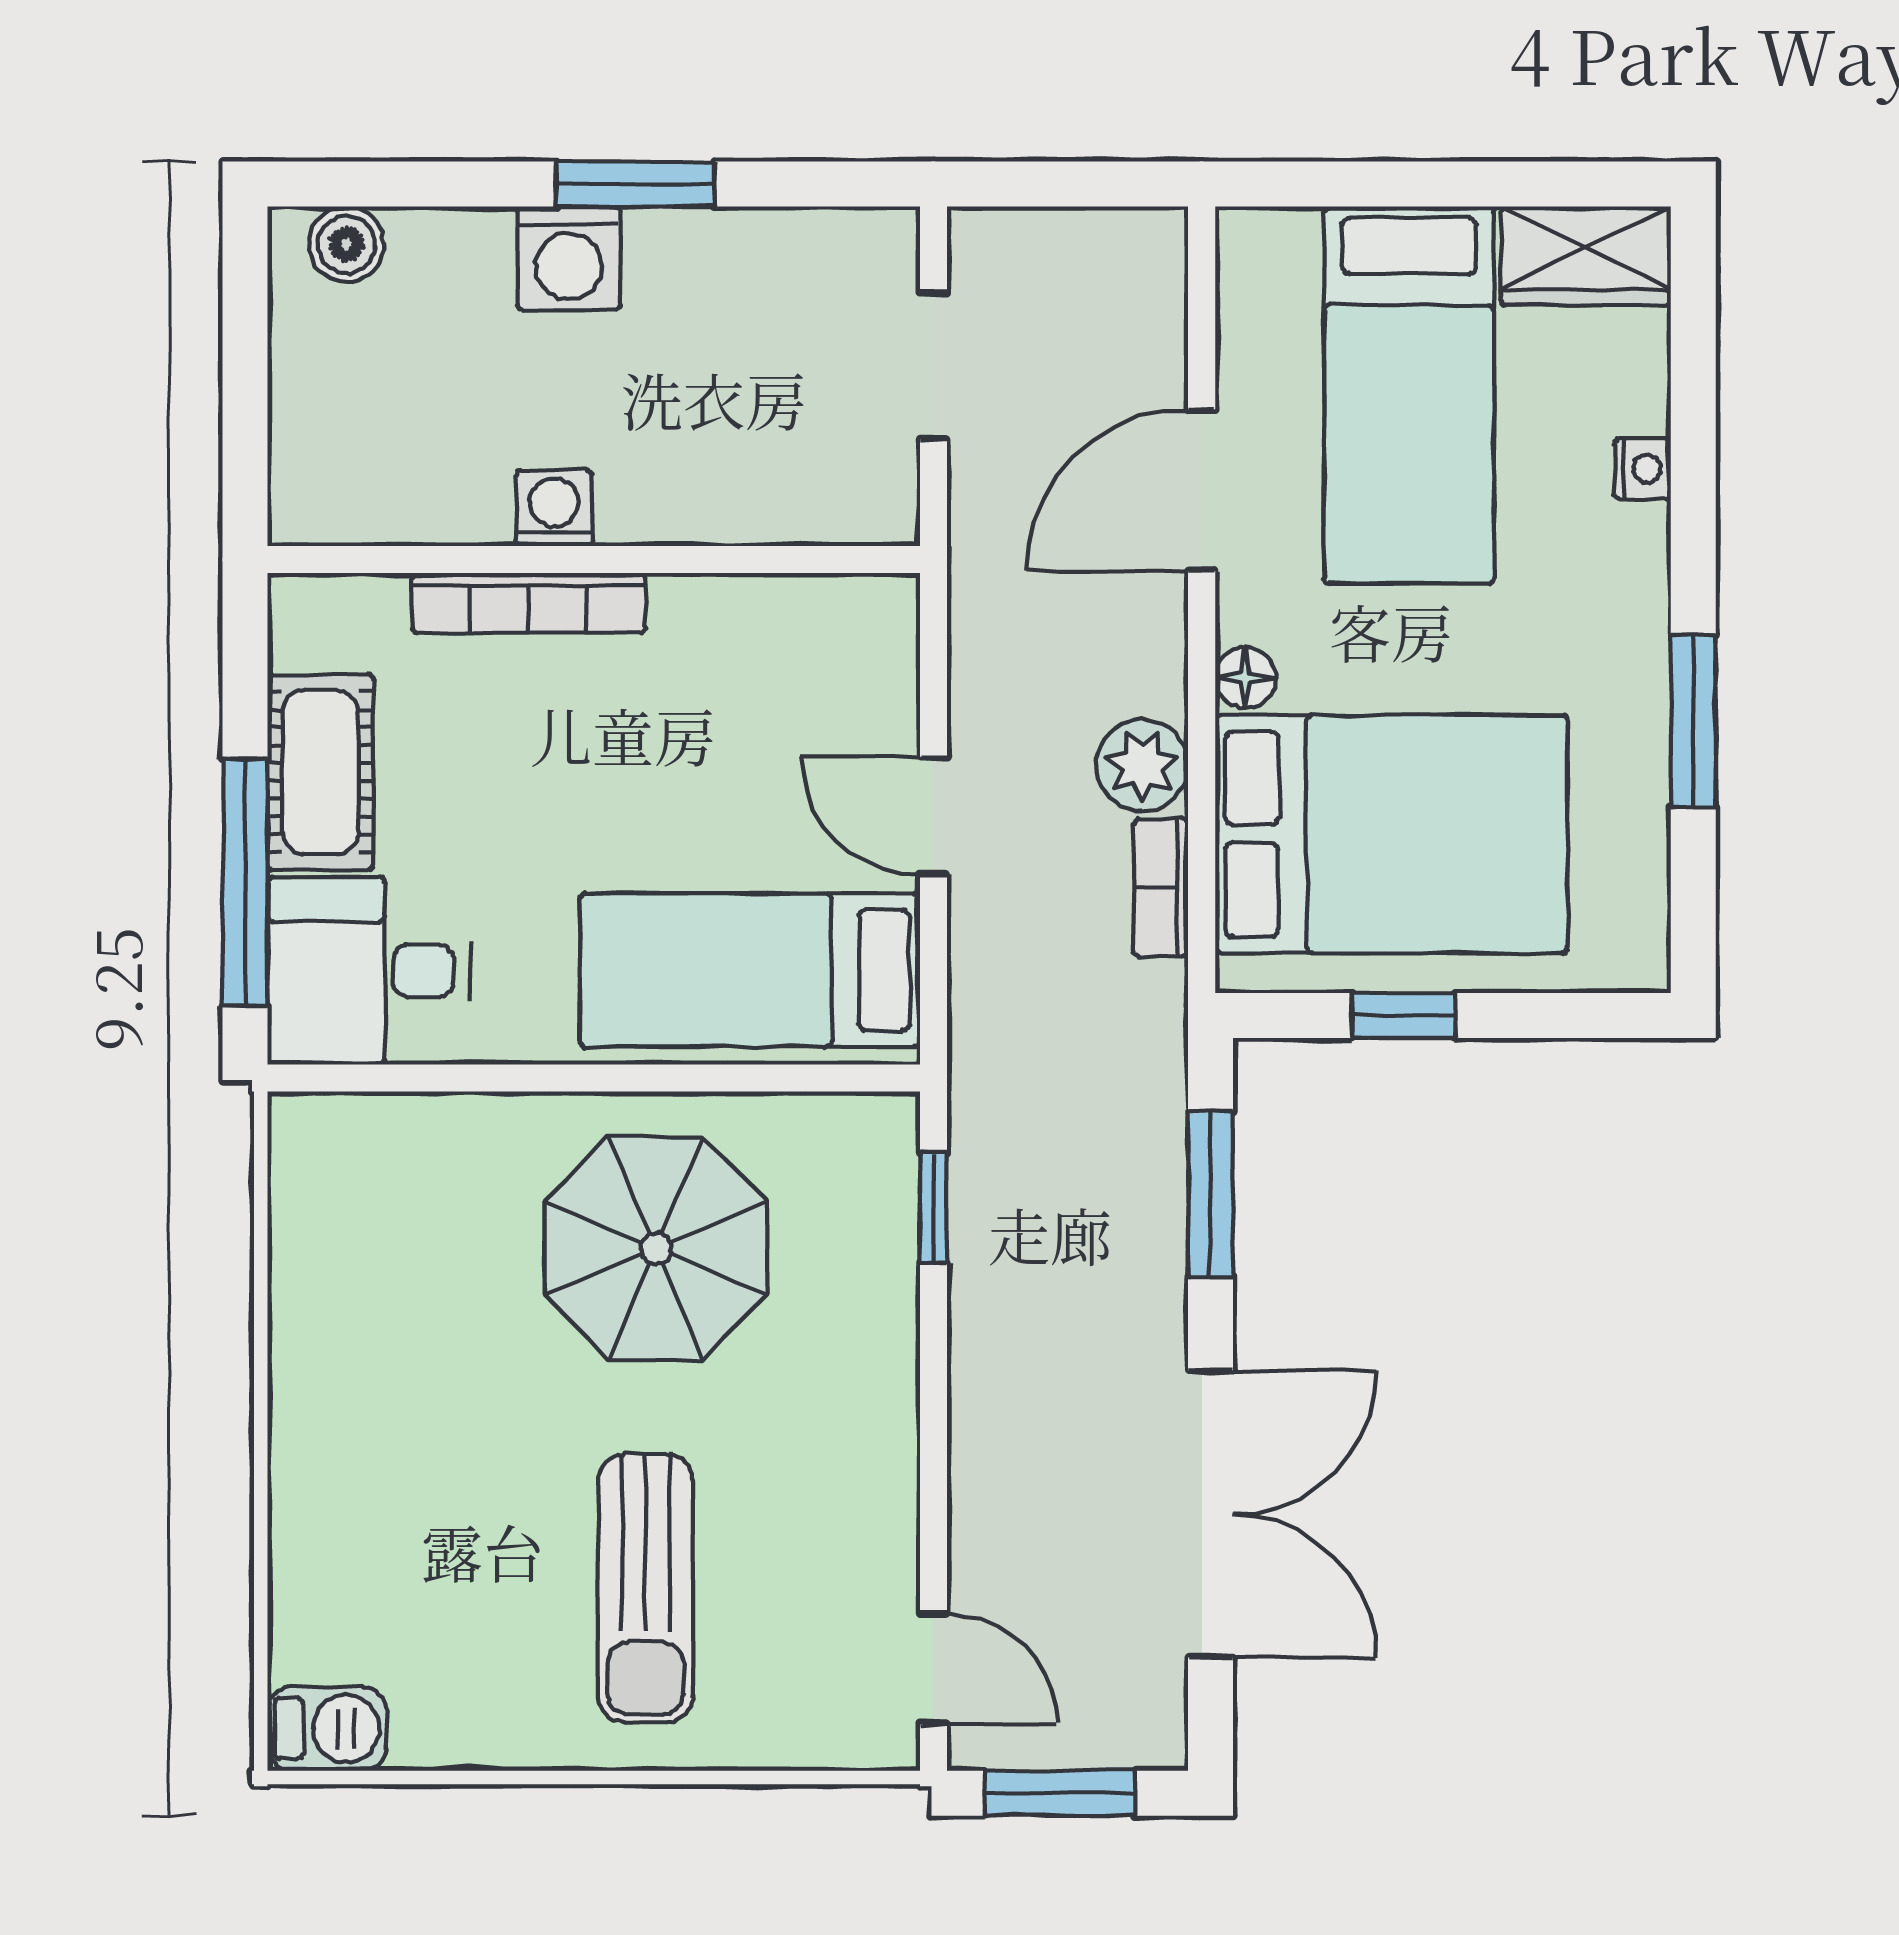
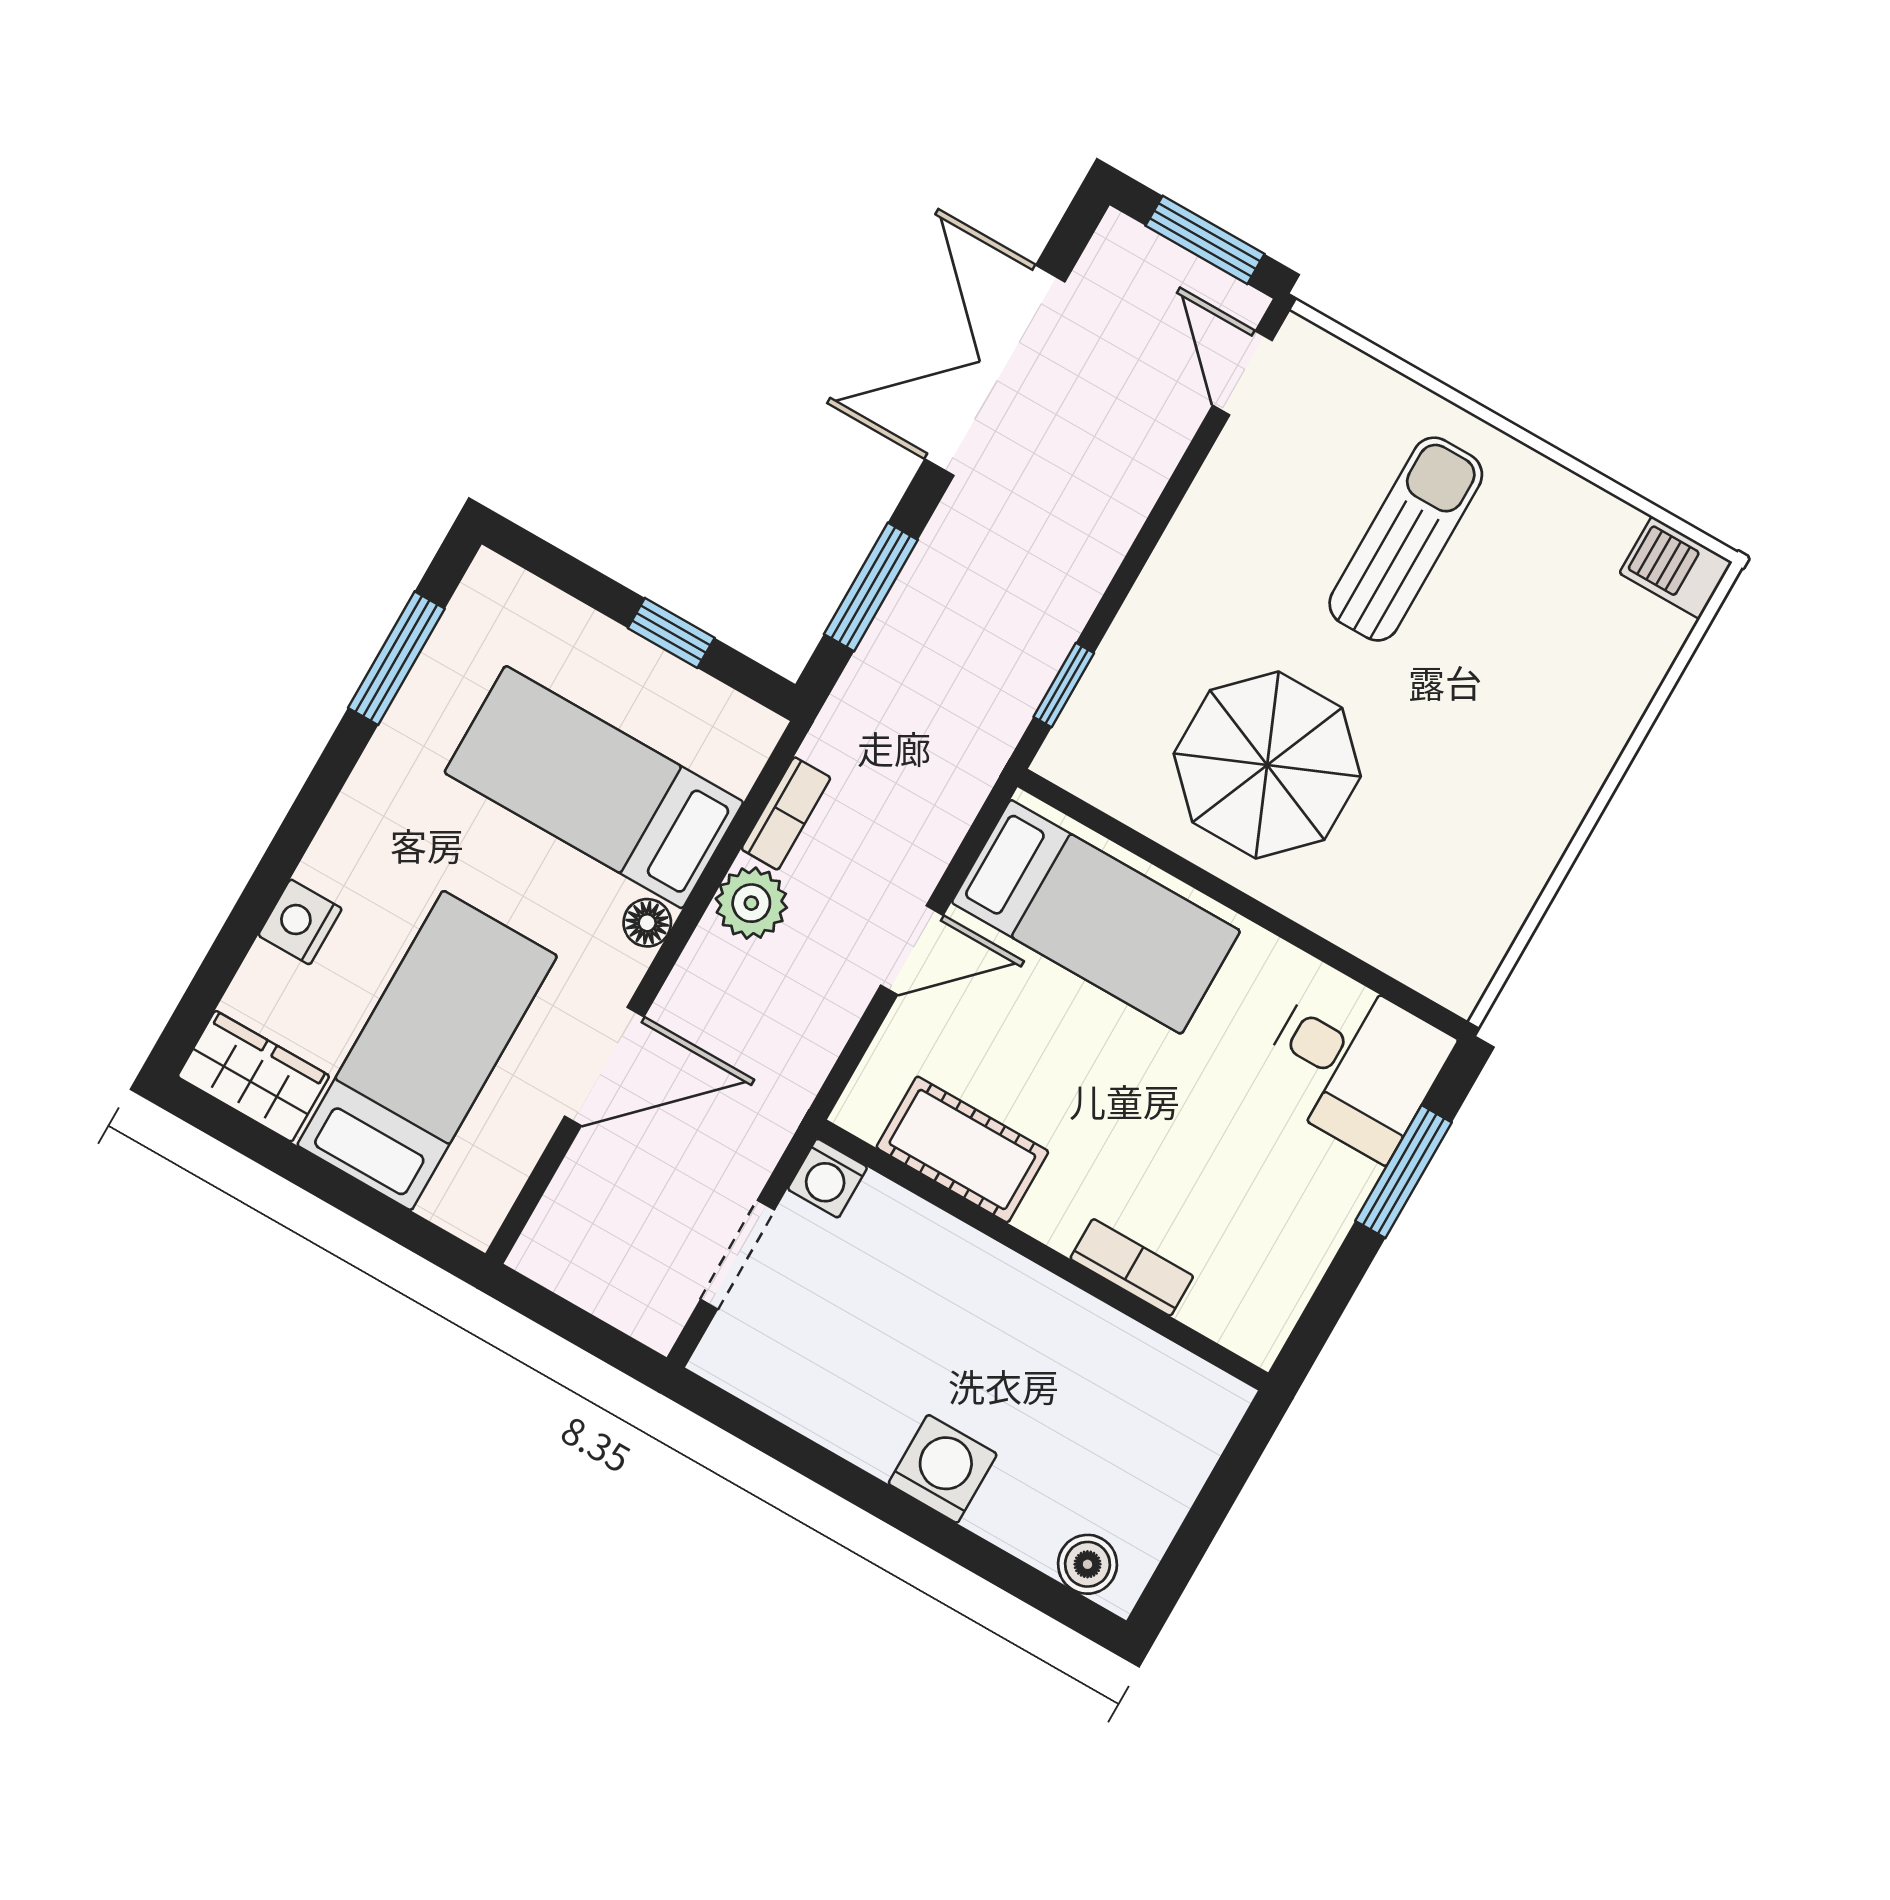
window: (636, 184) -> (869, 1493), removed
nightstand: (1642, 469) -> (300, 922), width x1.39, depth x1.35
washing machine: (554, 508) -> (827, 1178), moved
bookcase: (529, 603) -> (1132, 1267), width x0.64
window: (1693, 721) -> (396, 658), moved
cot: (321, 772) -> (962, 1149), moved, turned 90
door: (933, 816) -> (912, 950), hinge flipped
bed: (1391, 834) -> (594, 787), width x0.67
window: (245, 883) -> (1404, 1172), width x0.69

